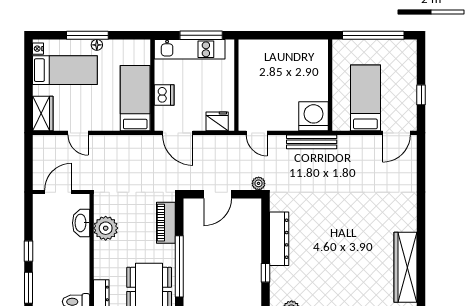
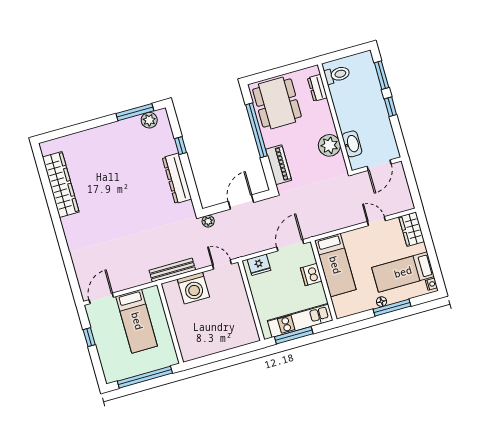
washing machine: (314, 116) -> (193, 288), moved
door: (178, 133) -> (290, 245), hinge flipped

